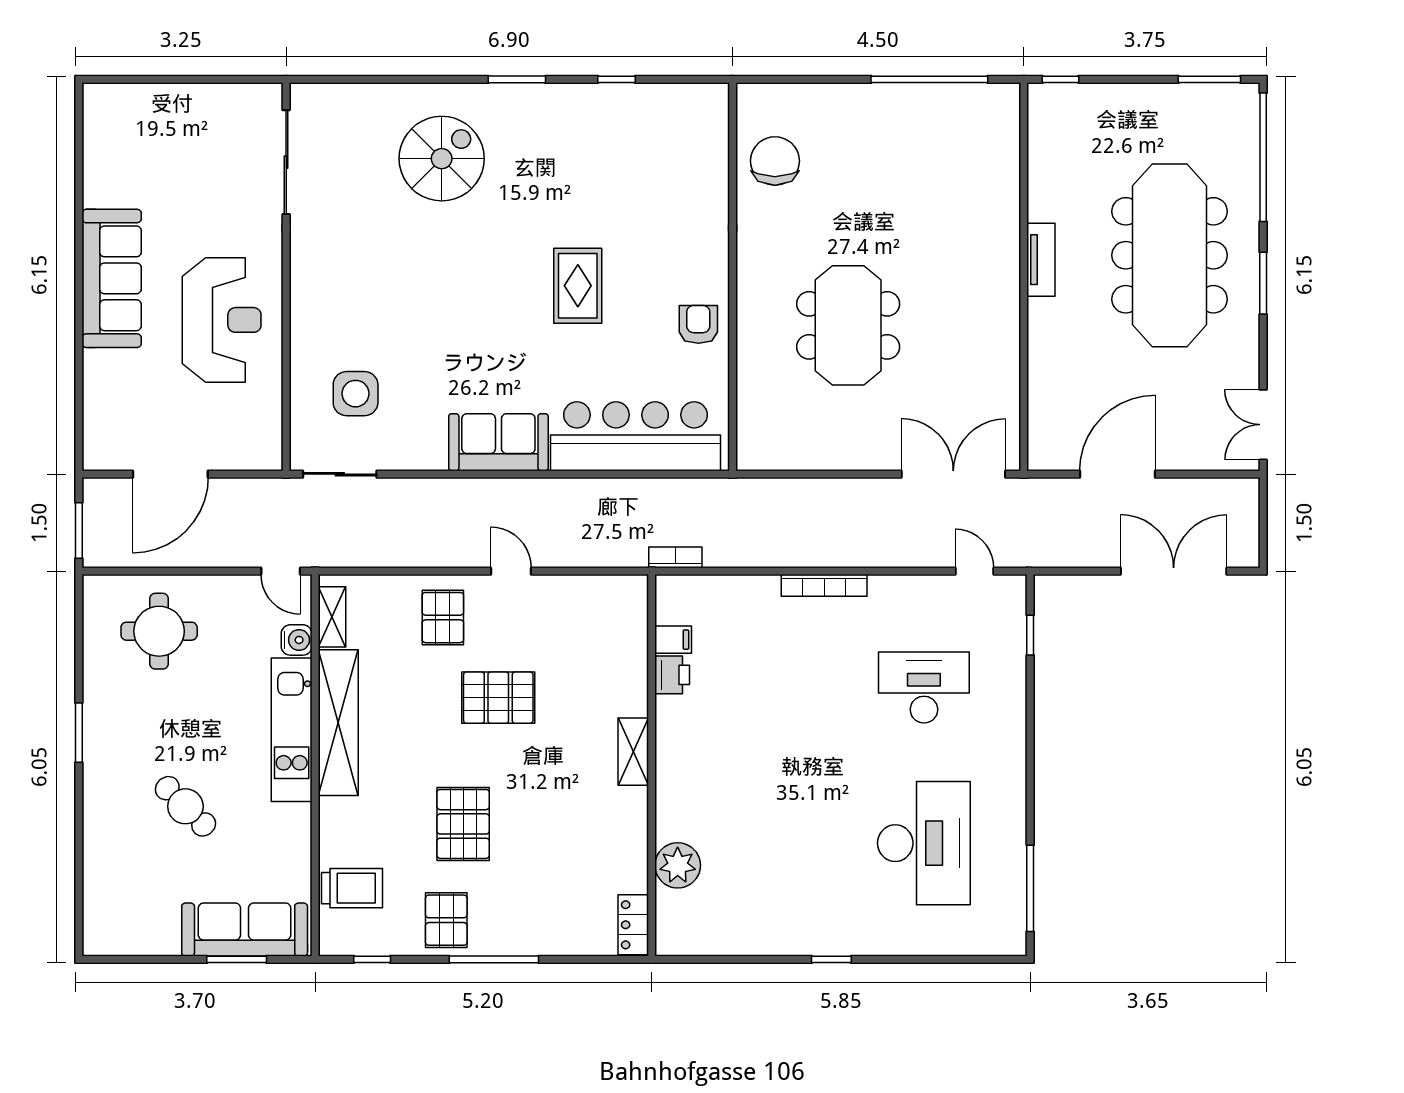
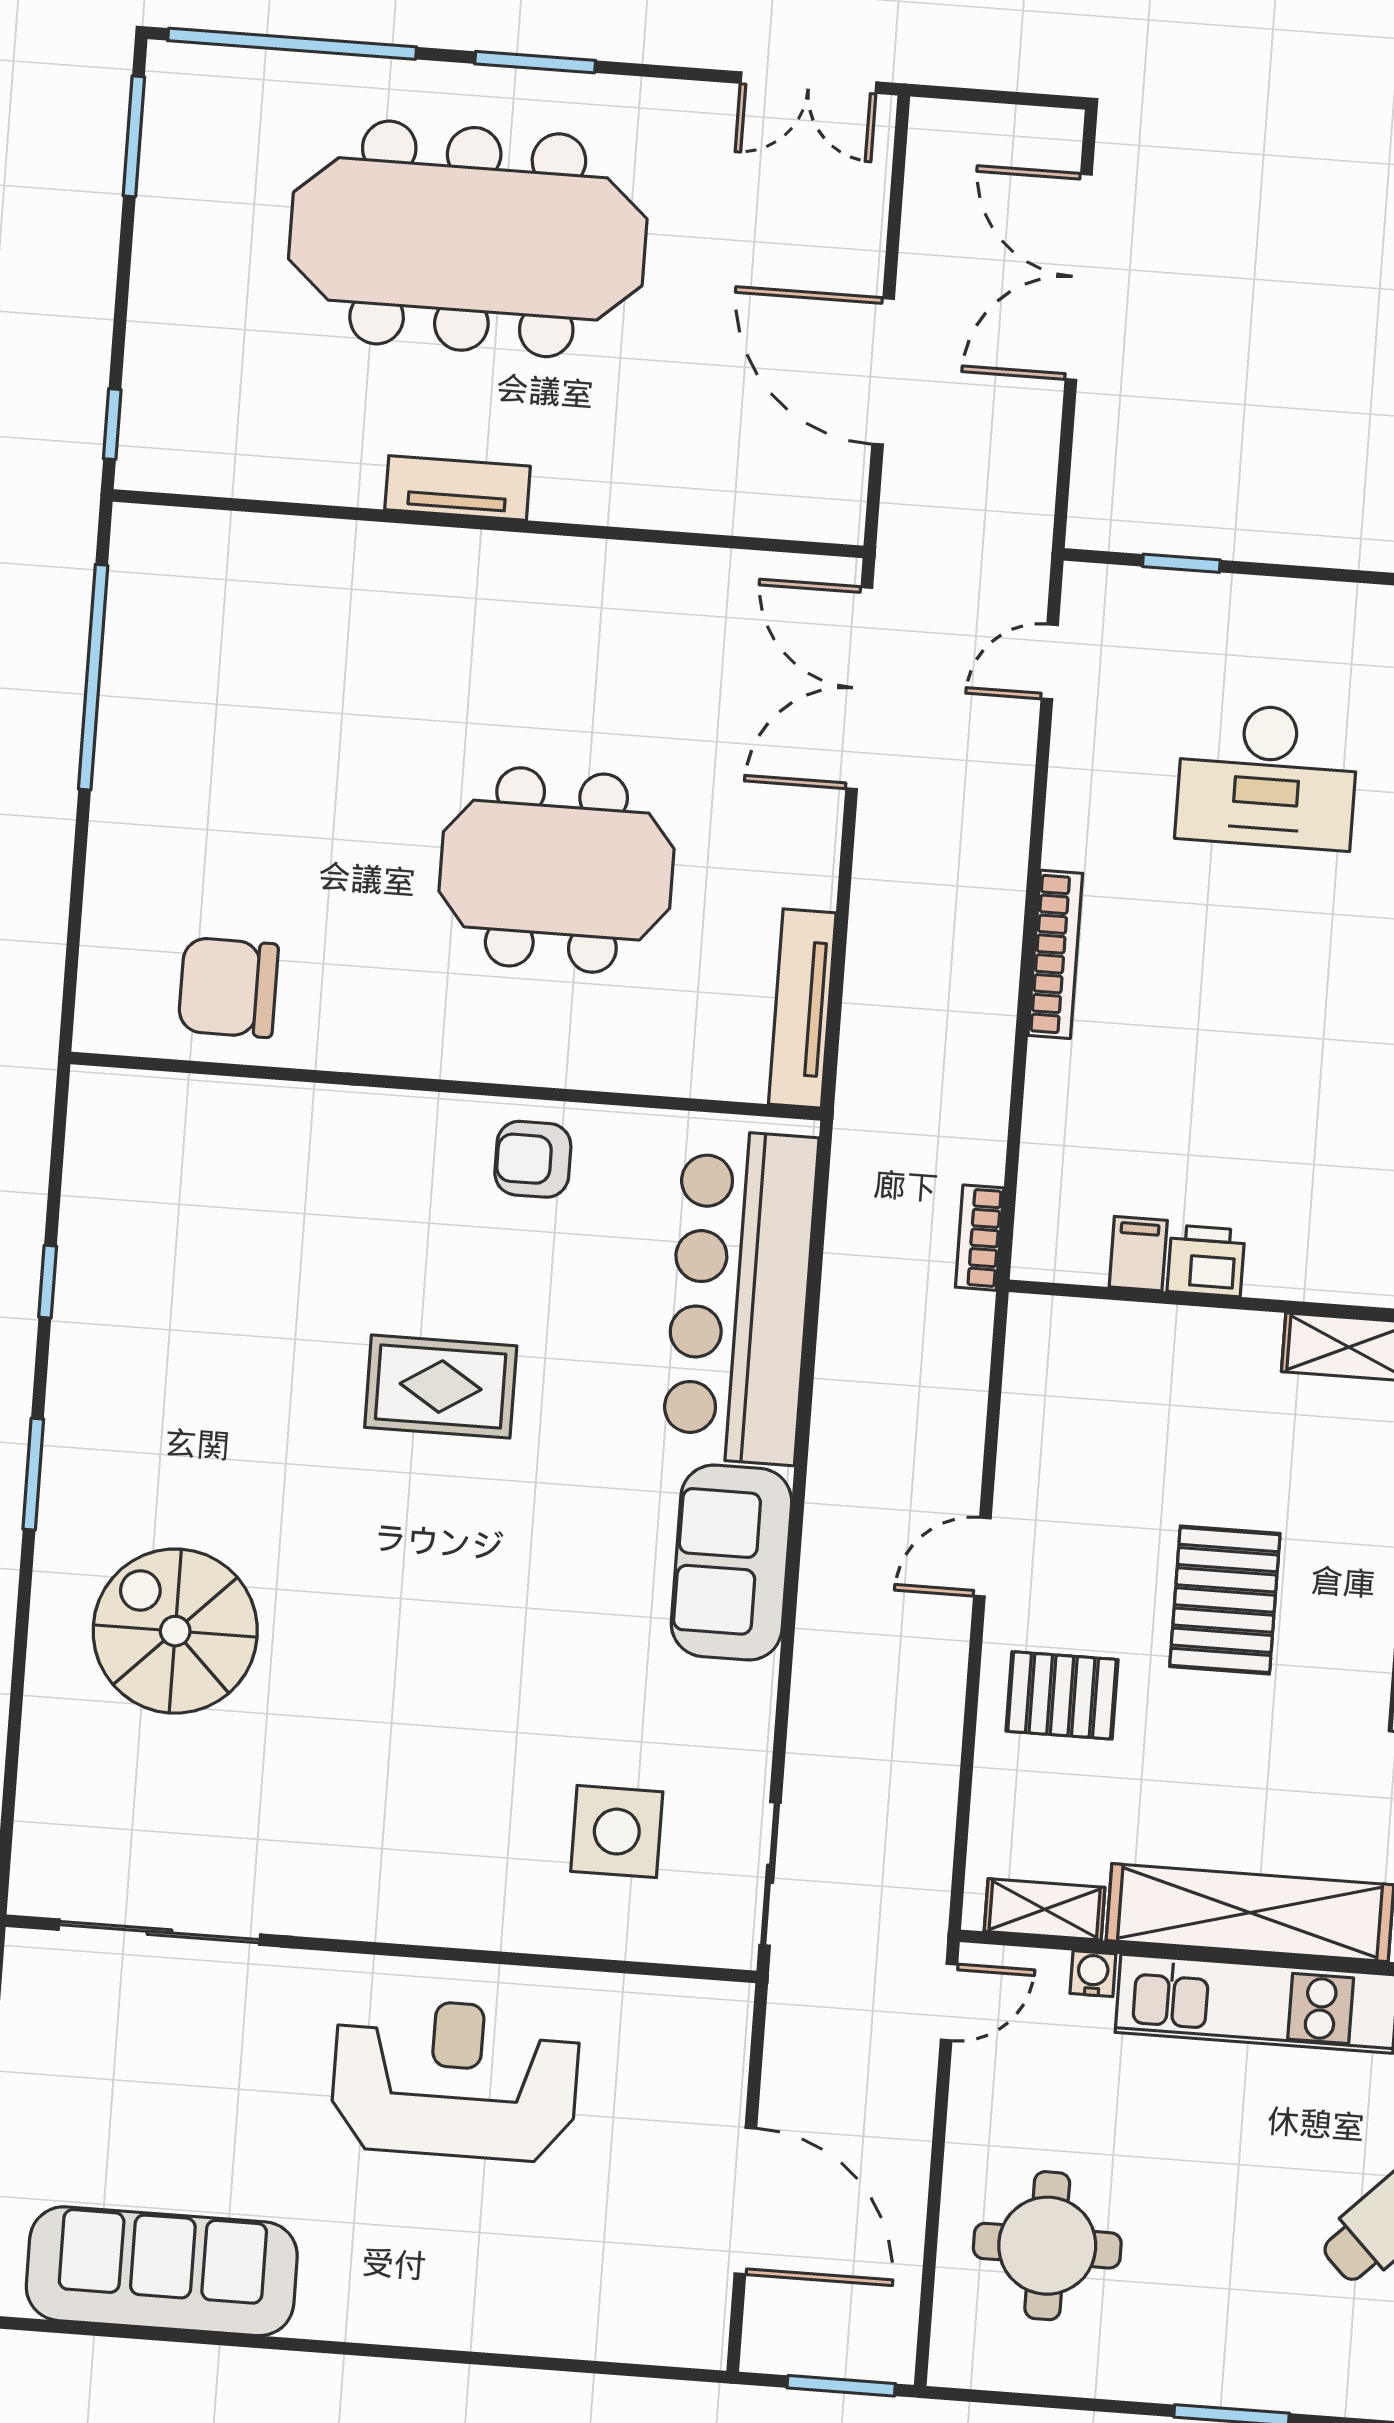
sofa: (112, 278) -> (162, 2271), moved
tv unit: (786, 457) -> (802, 1009), added
water cooler: (297, 640) -> (1093, 1974), width x0.72, depth x0.72
desk: (924, 688) -> (1267, 776), turned -90

